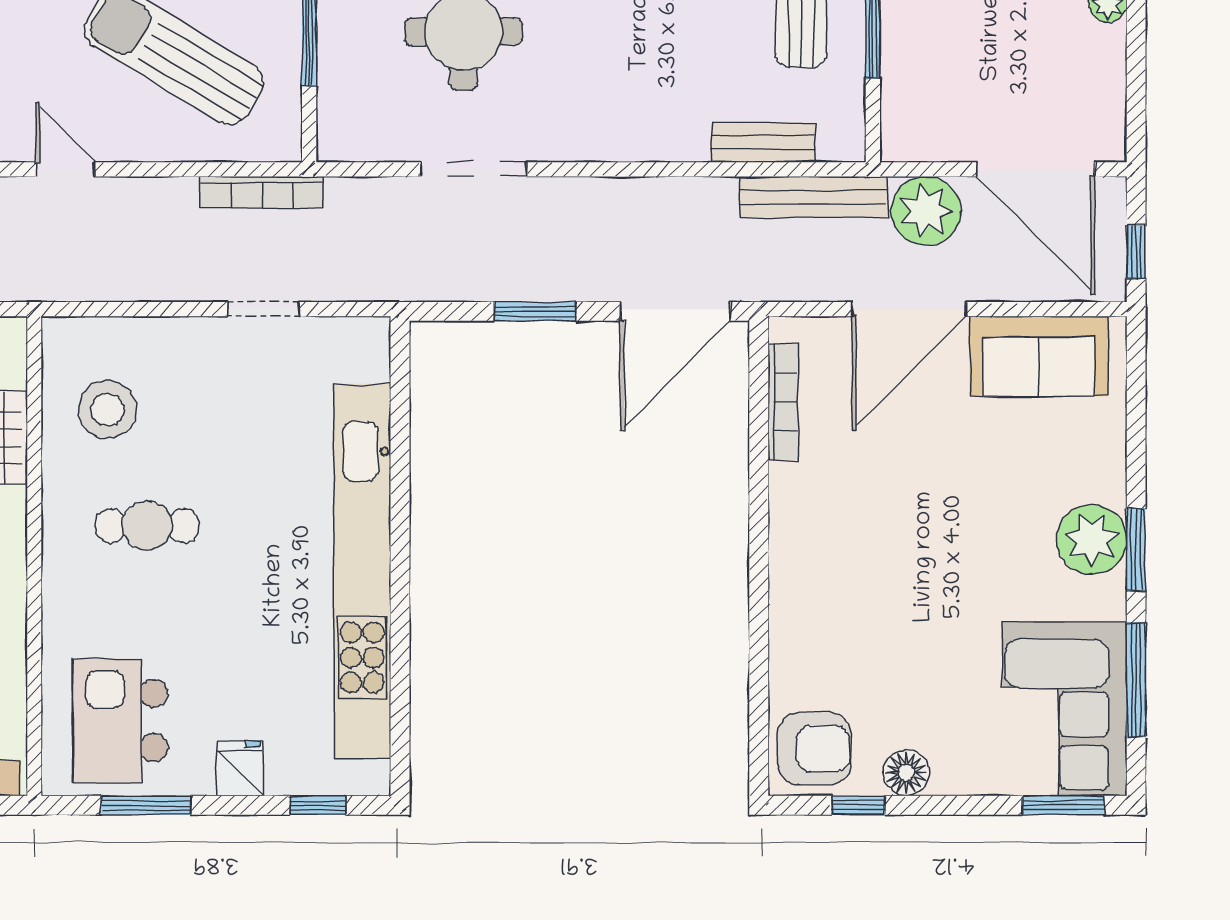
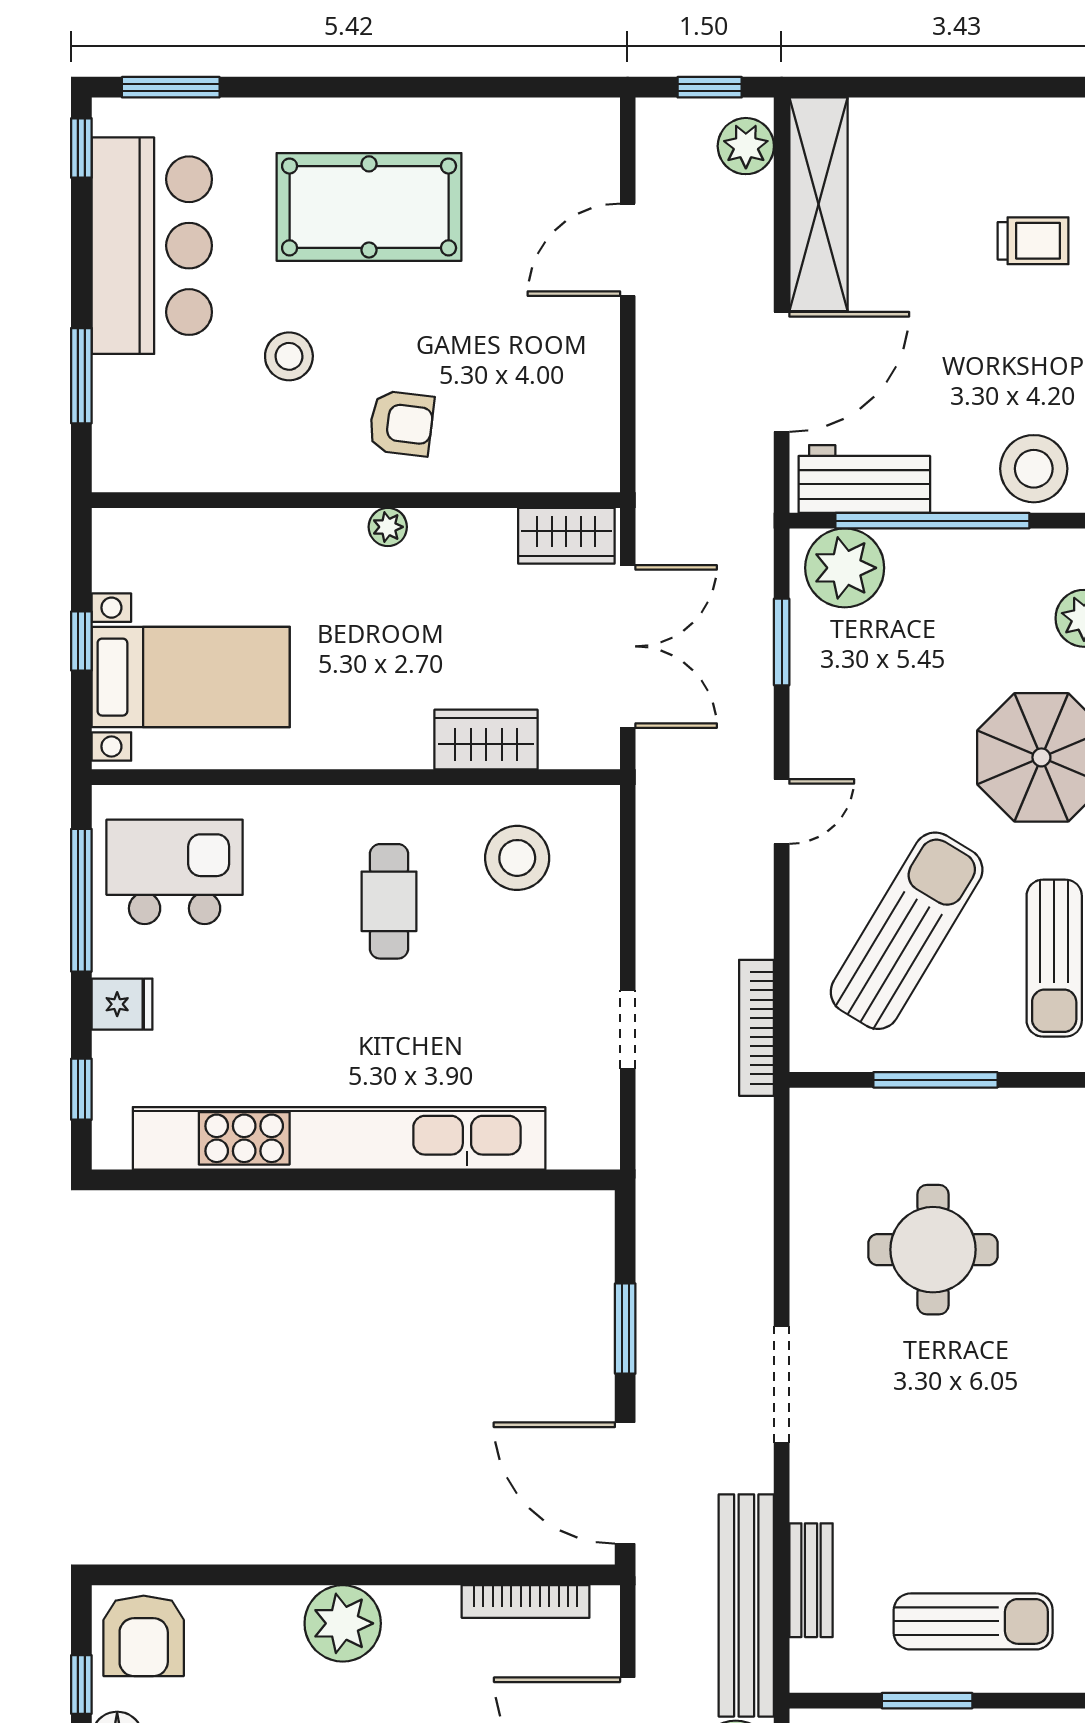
doorway: (474, 169) -> (782, 1384), moved
bench: (814, 197) -> (746, 1605), width x1.37, depth x1.21
plant: (803, 568) -> (343, 1623), added
window: (146, 805) -> (81, 900), width x1.44

